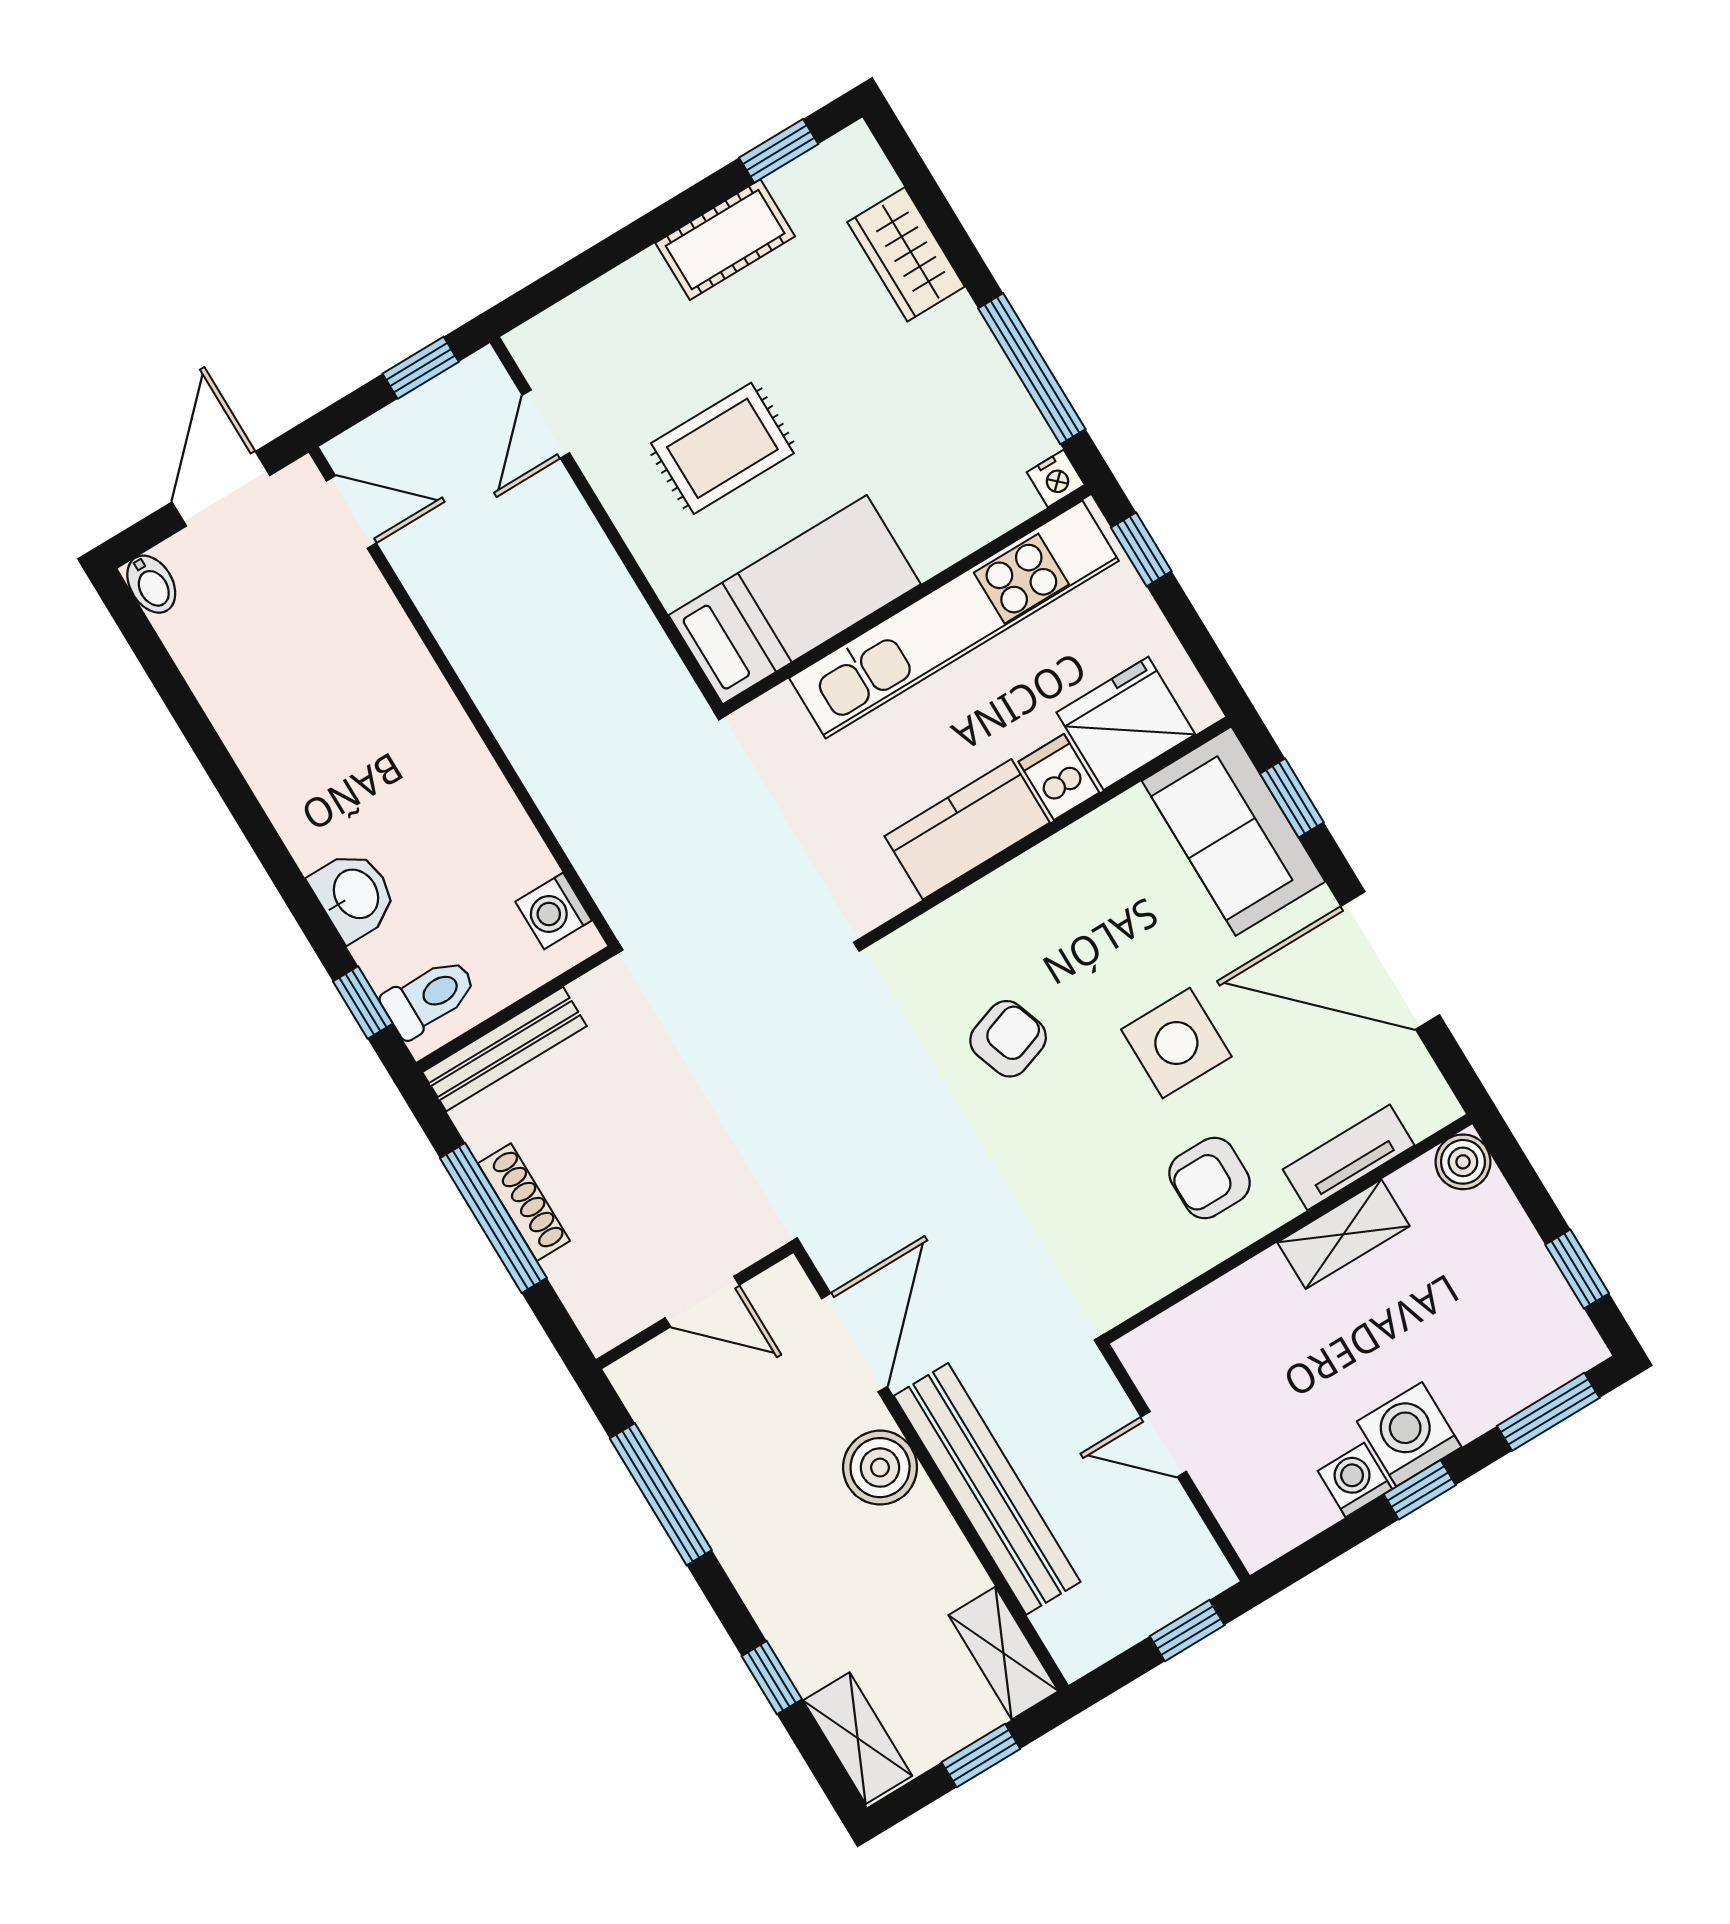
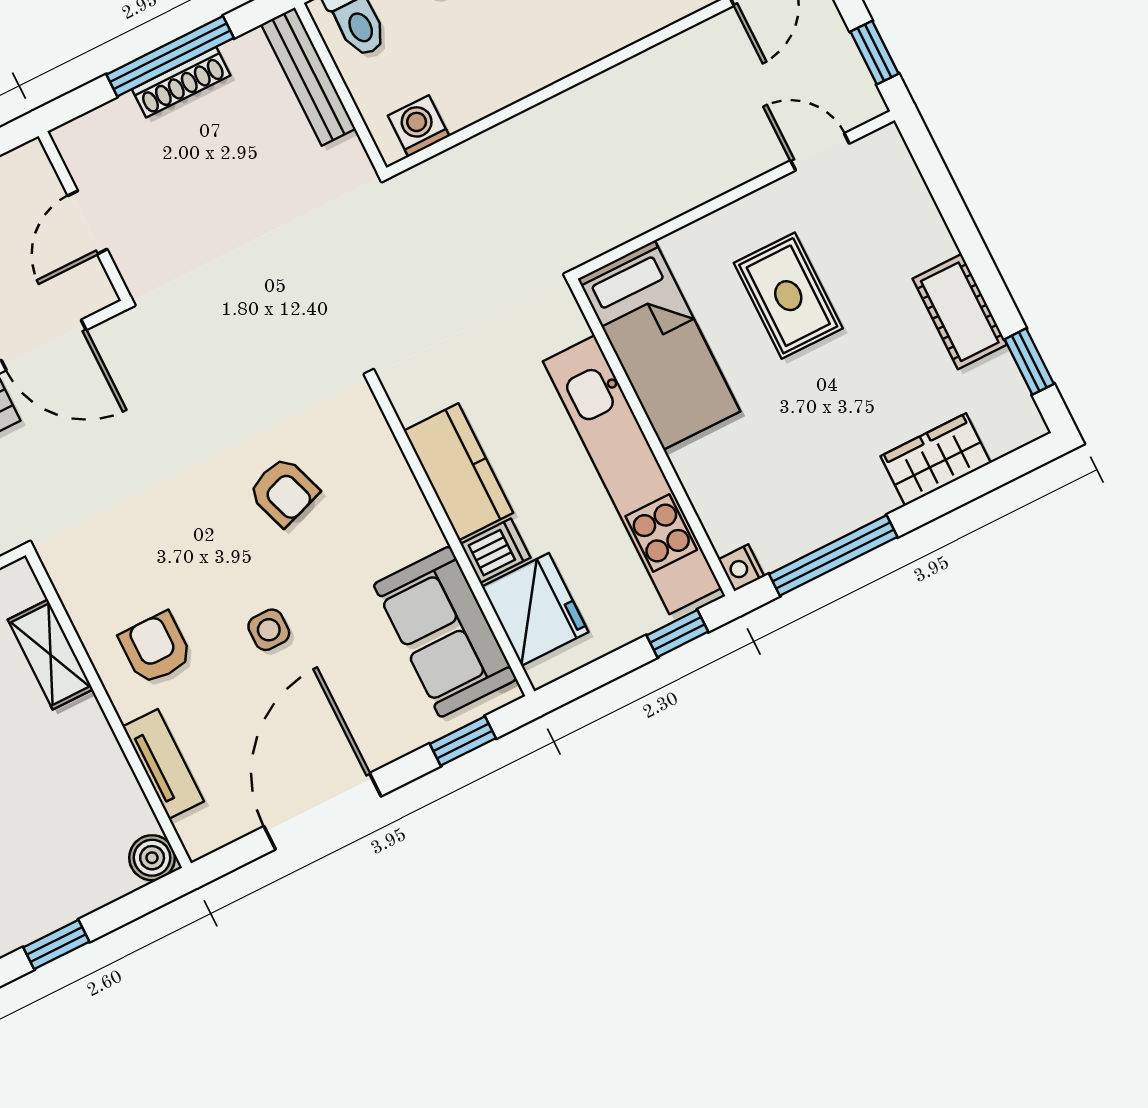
sofa: (1233, 831) -> (445, 632), moved, turned -90
side table: (1176, 1043) -> (269, 630), width x0.54, depth x0.54
shelving: (1344, 1234) -> (50, 654), moved

